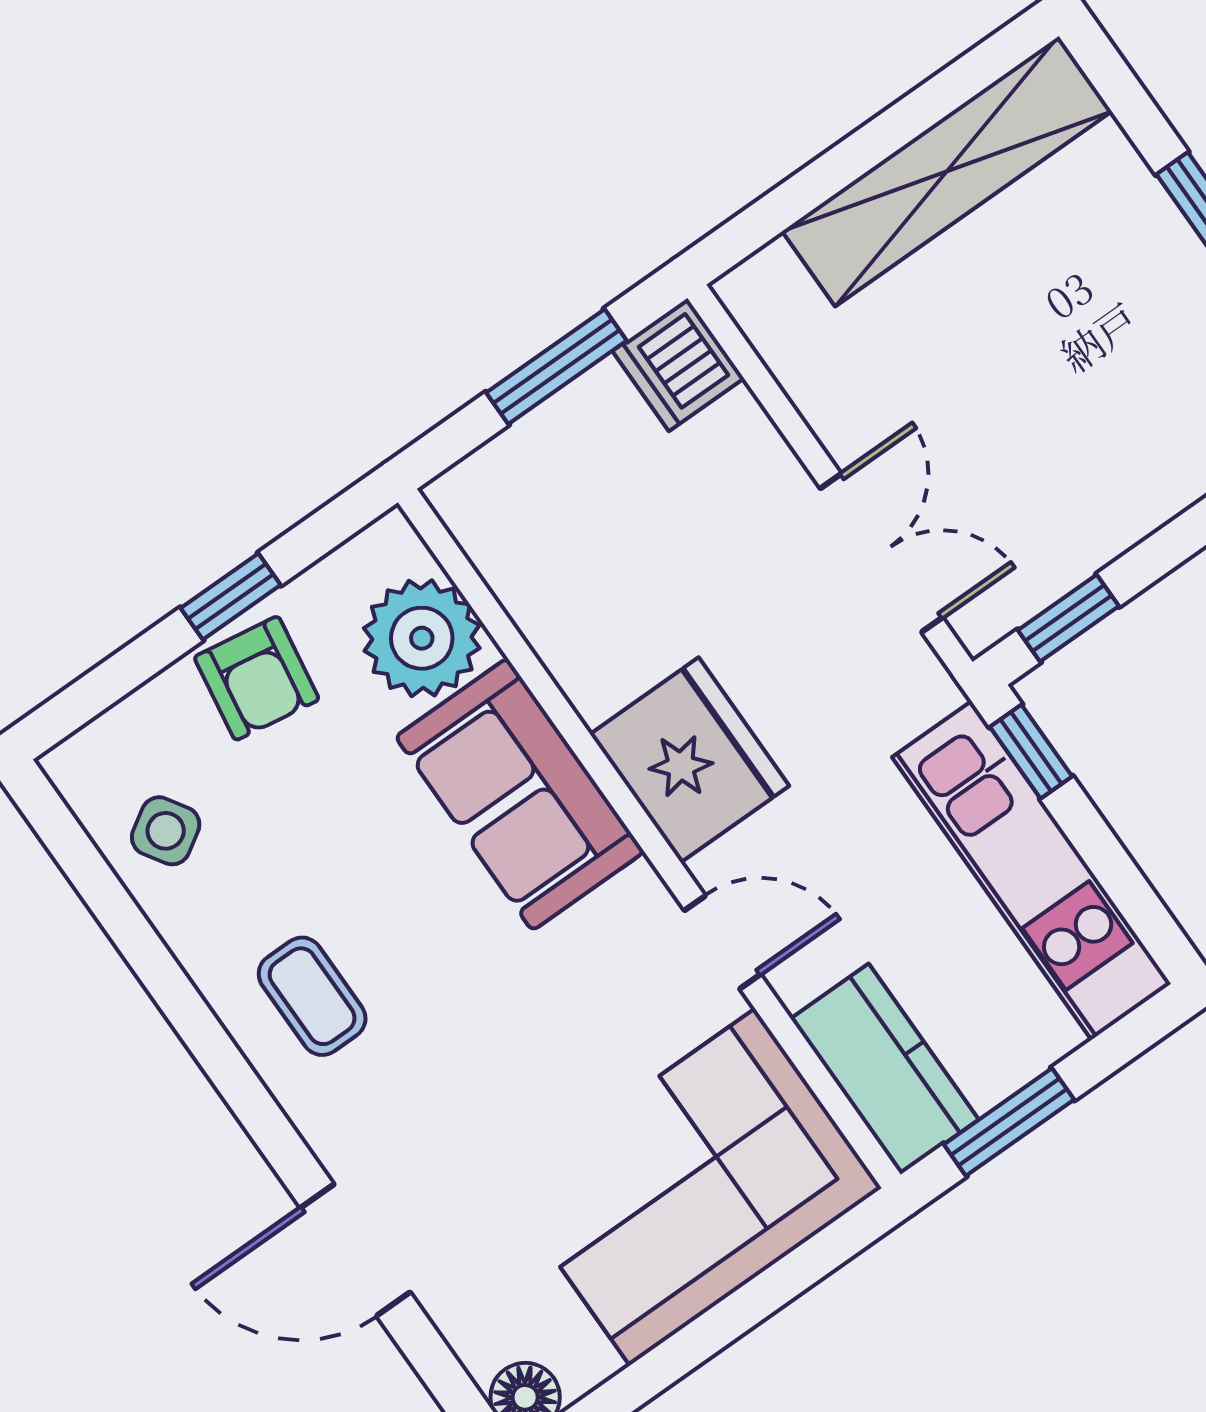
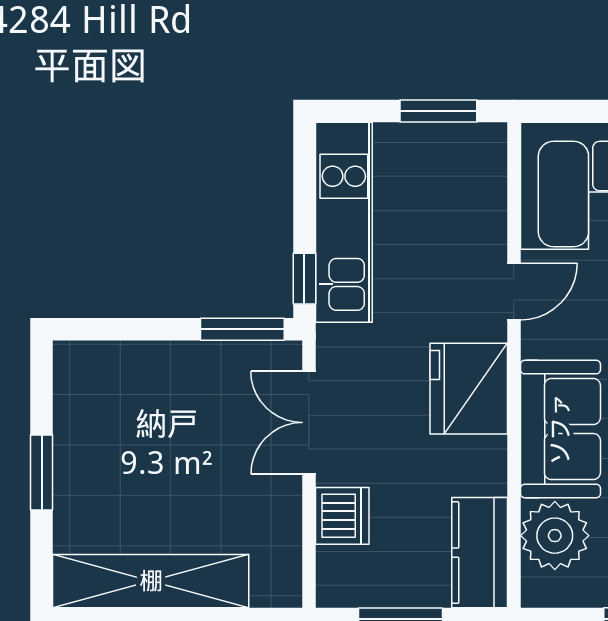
dishwasher: (678, 365) -> (342, 516), moved
window: (1068, 618) -> (242, 329), width x1.50
door: (723, 942) -> (514, 291), swing flipped
kitchen counter: (885, 1069) -> (480, 553), moved

